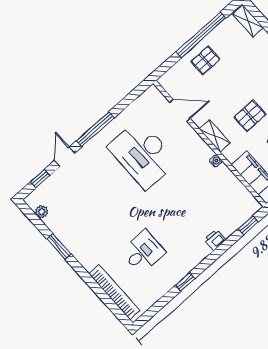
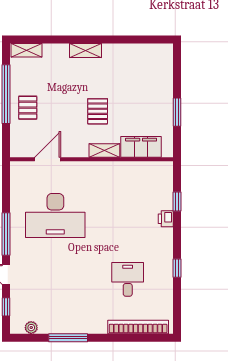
shelving: (215, 136) -> (104, 150), moved
water cooler: (216, 161) -> (108, 166), removed
window: (248, 225) -> (177, 202), moved
window: (59, 246) -> (68, 338), width x1.44

